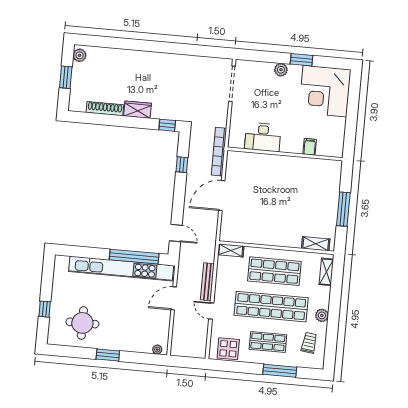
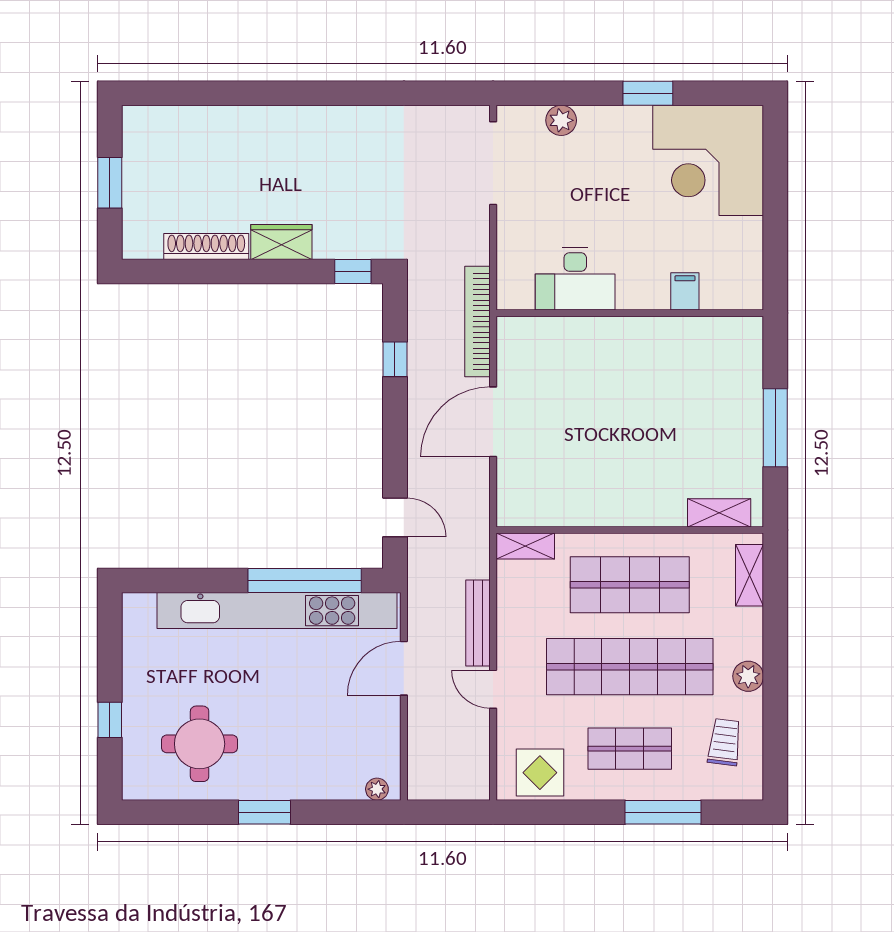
plant: (80, 55) -> (137, 129), removed
plant: (281, 70) -> (561, 120), moved

